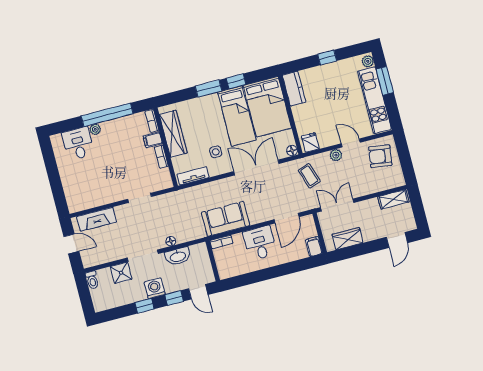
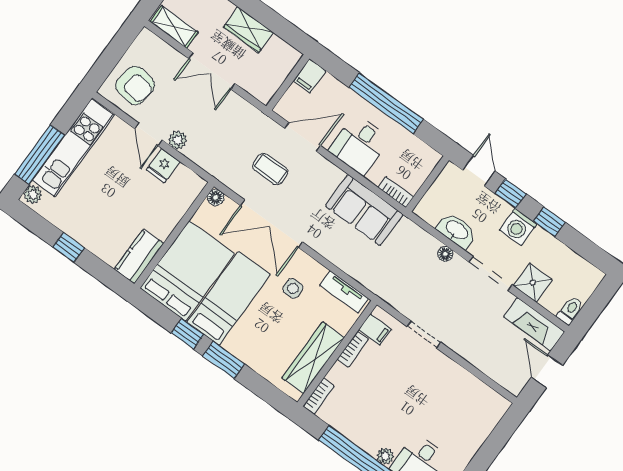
window: (385, 81) -> (40, 155), width x1.44
filing cabinet: (153, 140) -> (375, 329), moved
fridge: (310, 142) -> (163, 166), moved
coffee table: (309, 176) -> (270, 169), moved, turned -72
double door: (337, 205) -> (212, 71), moved
fireplace: (97, 219) -> (534, 324), moved, turned 180
wardrobe: (348, 239) -> (248, 30), moved
window: (269, 273) -> (386, 103), added

